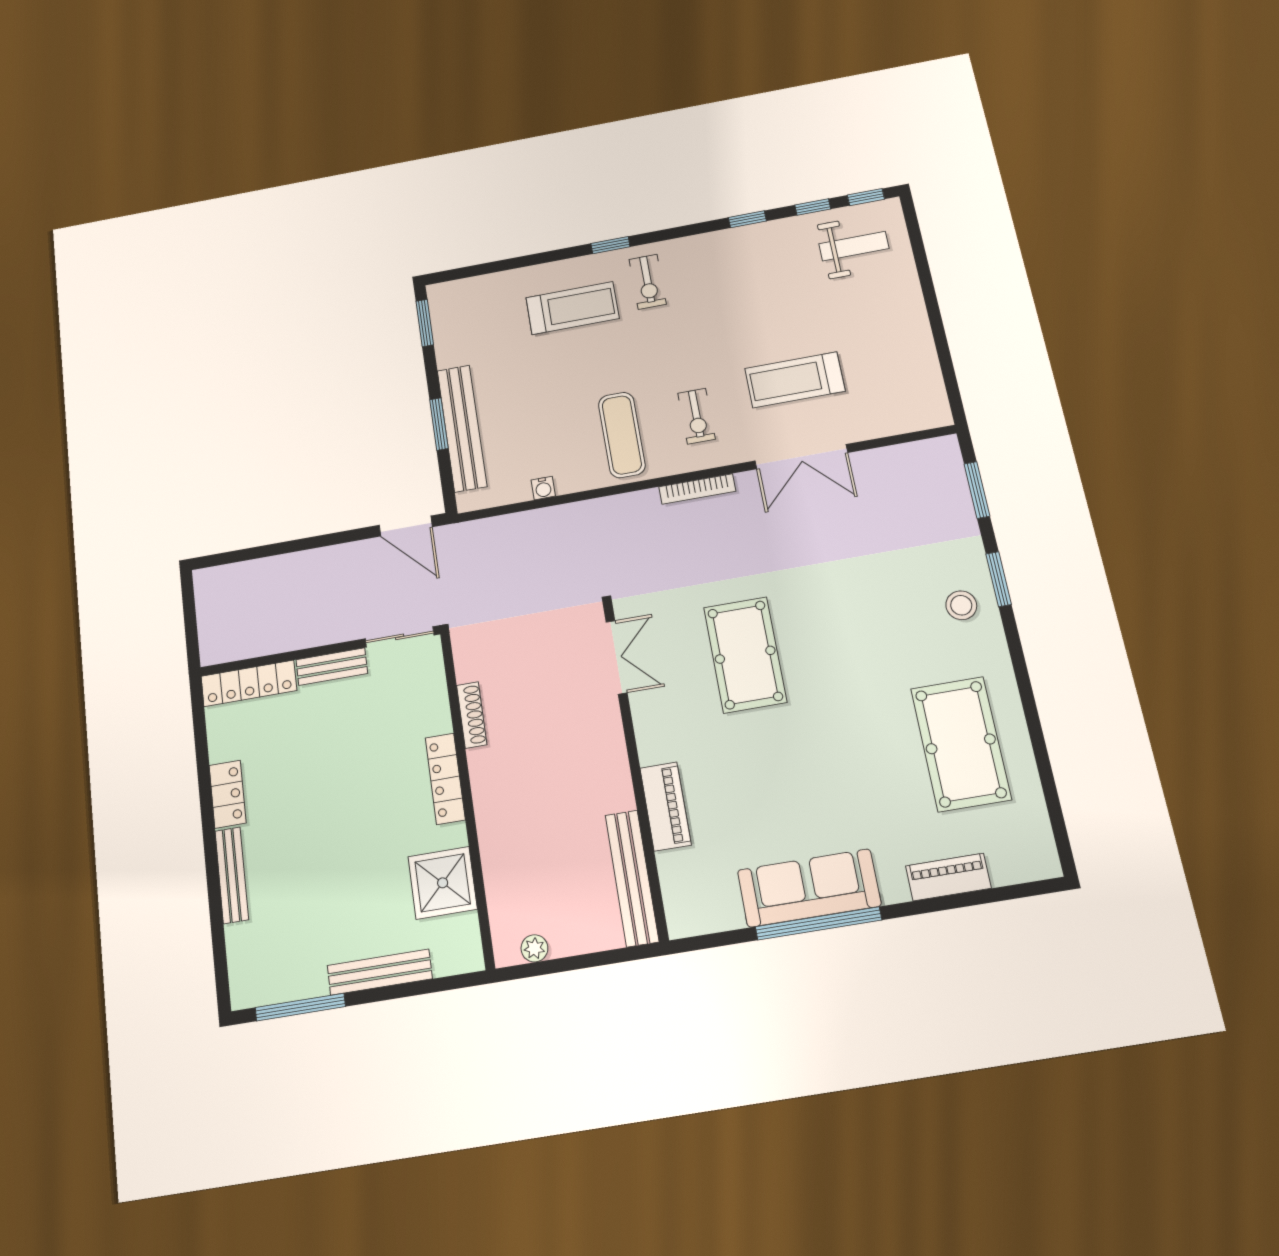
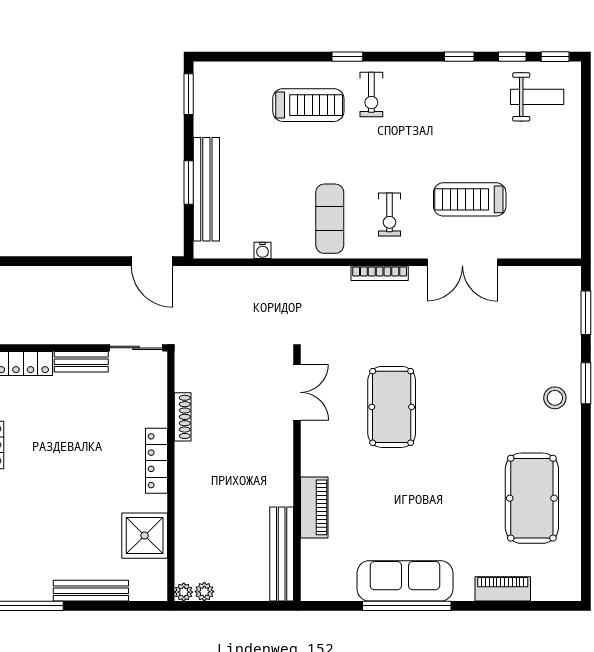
plant: (506, 953) -> (184, 592), added

